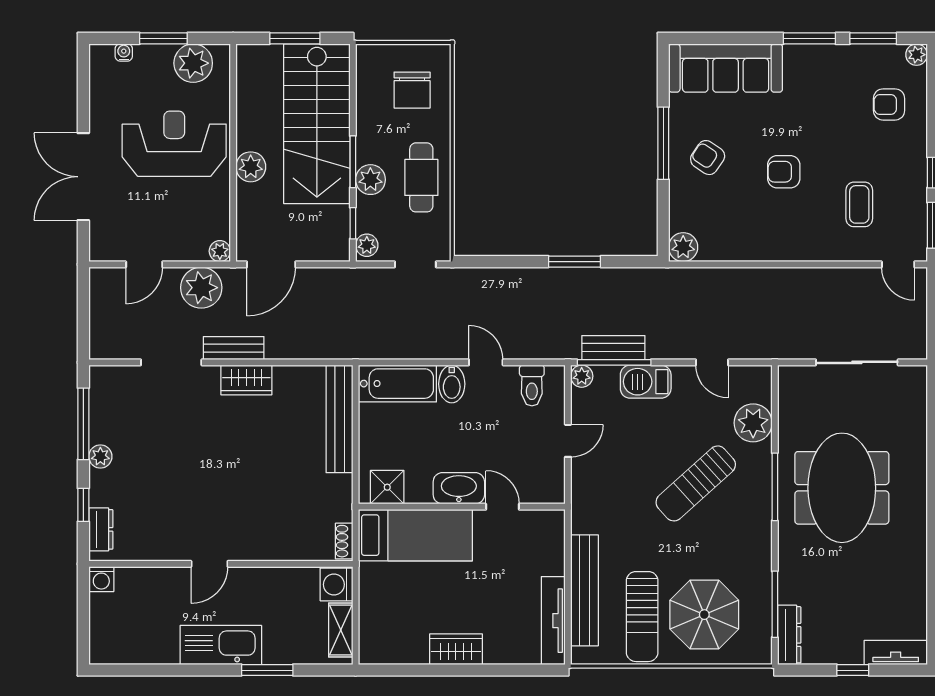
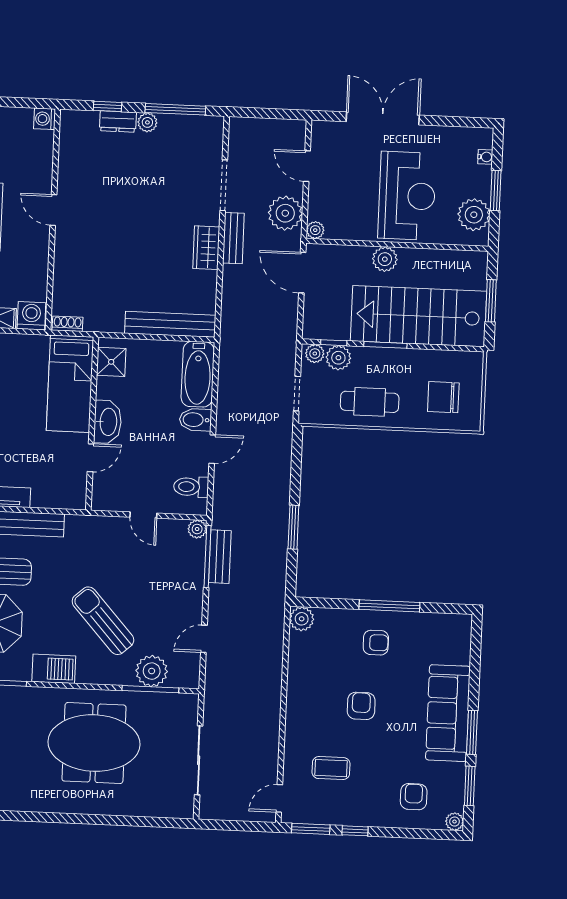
sofa: (726, 68) -> (448, 713), moved
armchair: (708, 158) -> (376, 643), turned 56
plant: (370, 180) -> (338, 358), moved
barbecue: (646, 382) -> (54, 669), moved, turned 90
window: (775, 487) -> (150, 689), moved
dresser: (101, 529) -> (118, 122), moved

